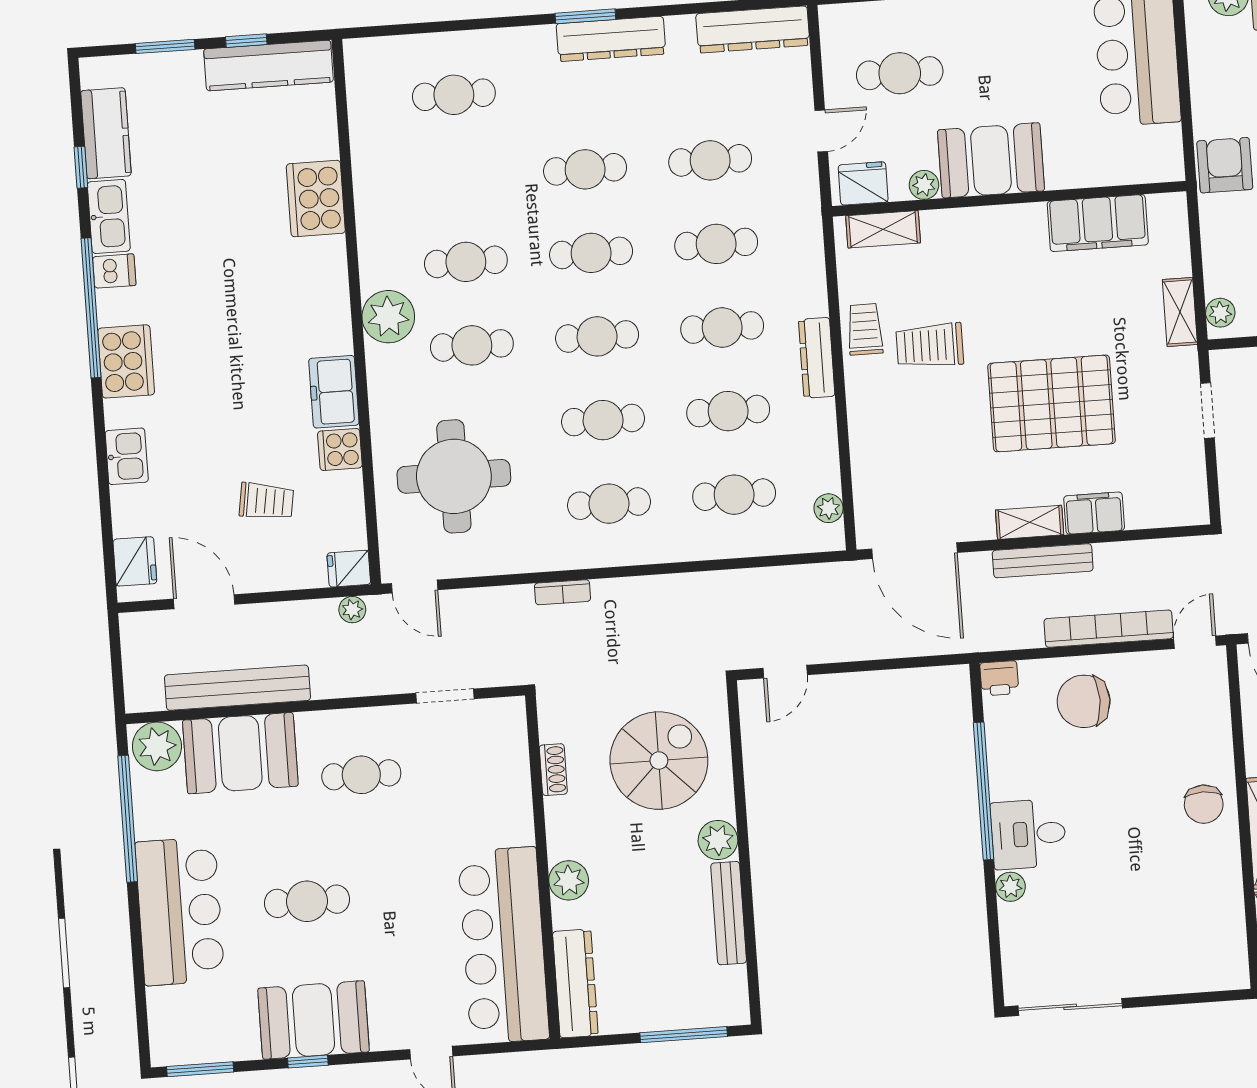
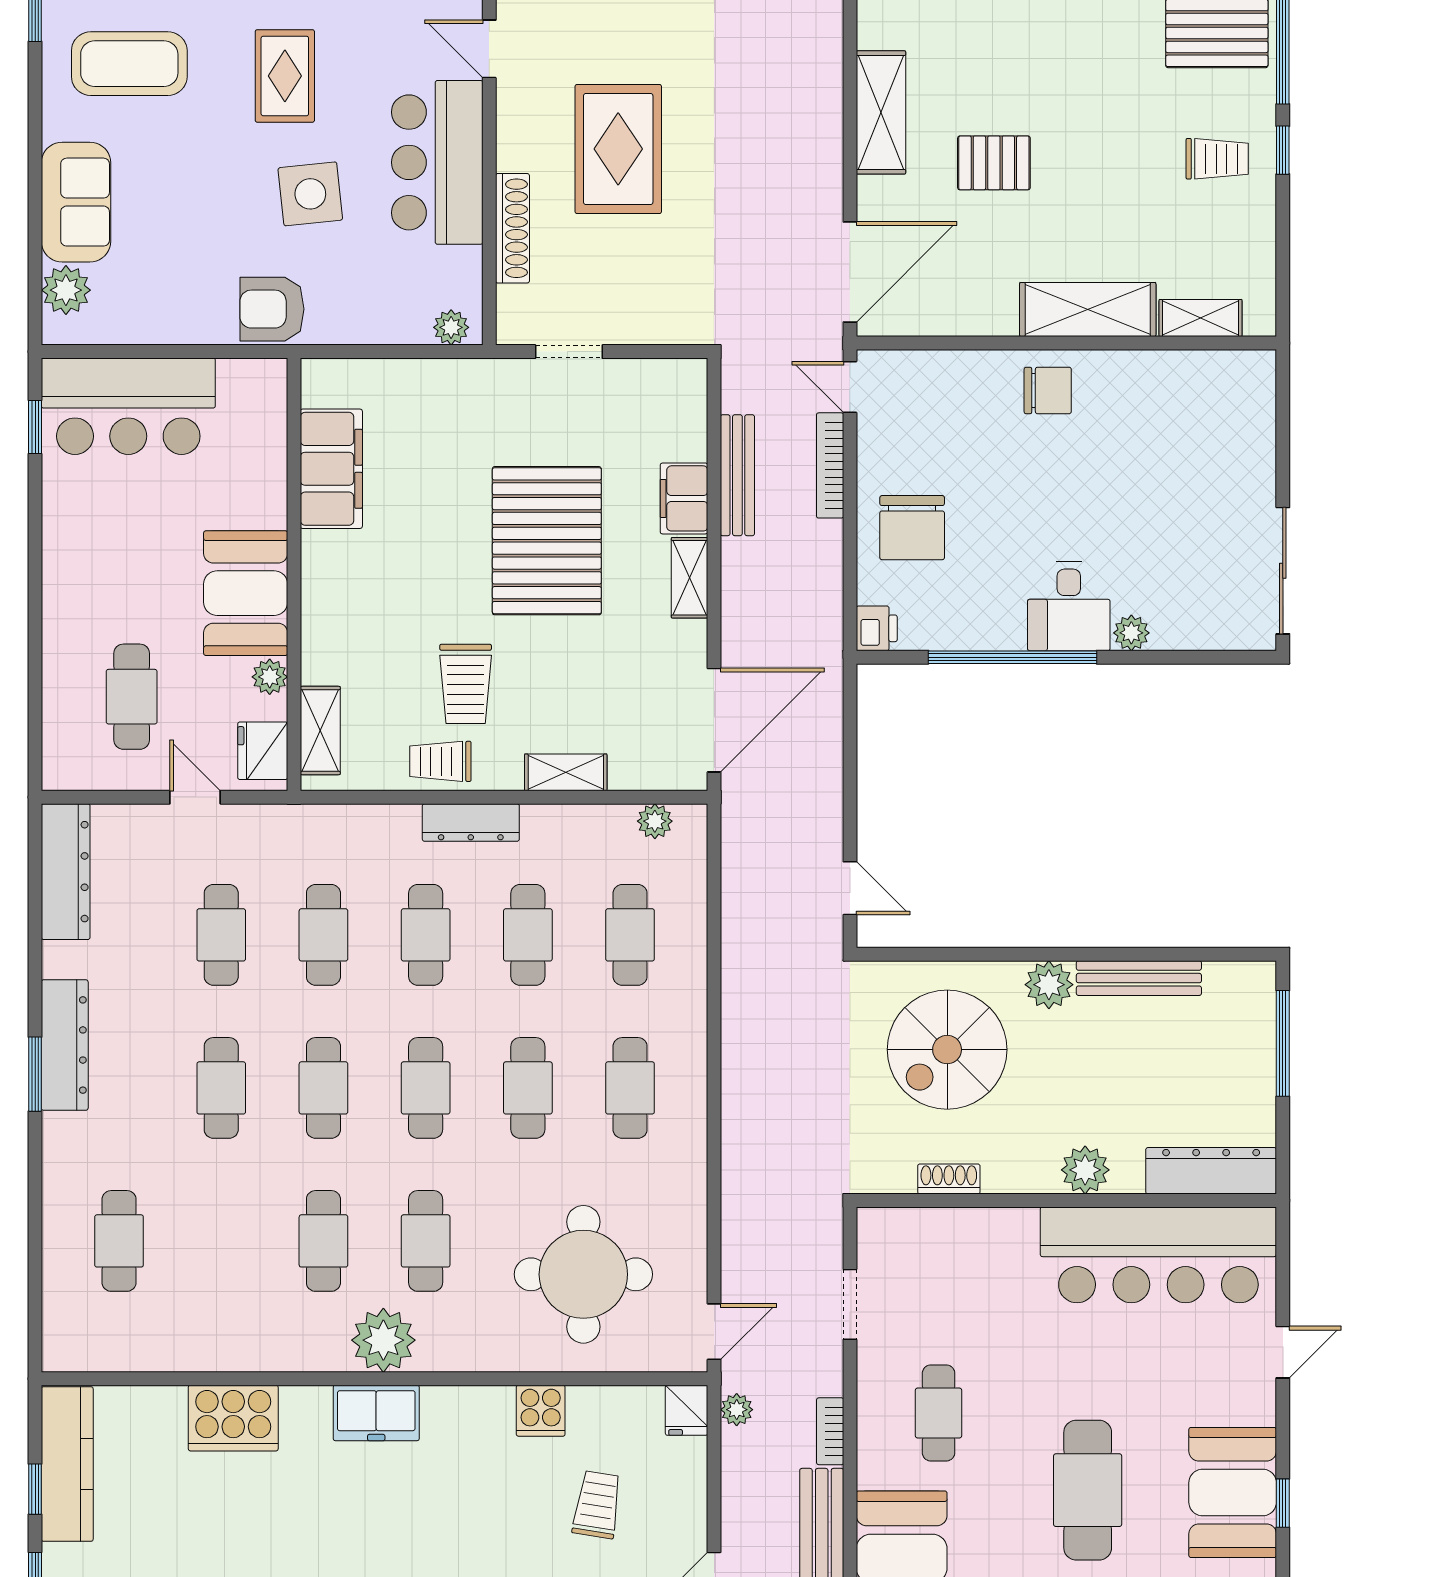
shelving: (1180, 312) -> (566, 772), moved
freezer: (334, 392) -> (376, 1413), moved
bench: (1043, 561) -> (737, 475), moved
bookcase: (562, 592) -> (830, 1431), moved, turned 180
bookcase: (1109, 629) -> (830, 465), width x0.68, depth x0.76
spiral stairs: (659, 761) -> (947, 1050), turned -90
cafe table: (307, 901) -> (1088, 1490), width x1.37, depth x1.35

